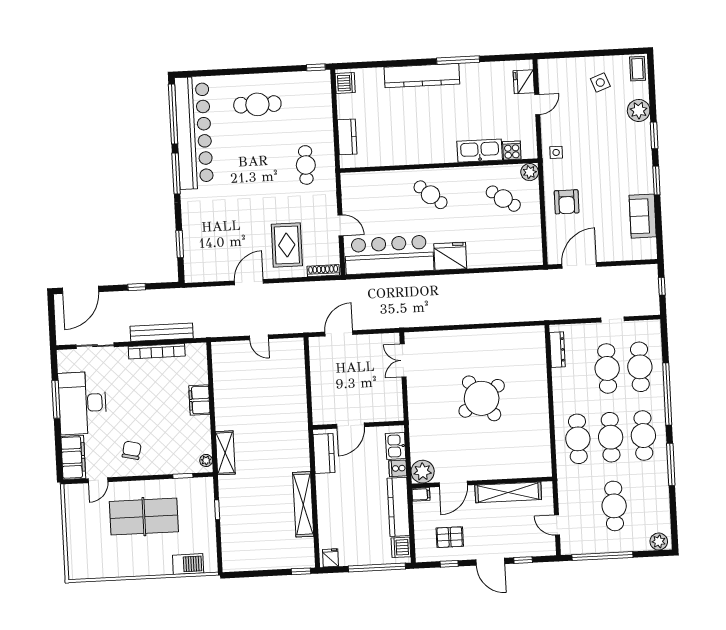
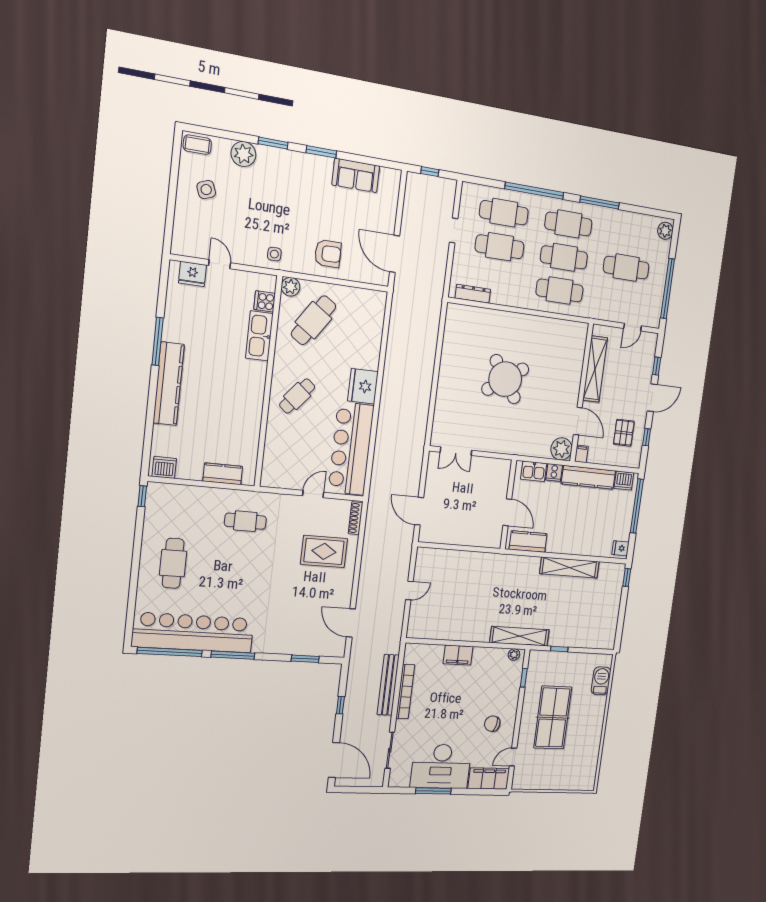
cafe table: (503, 199) -> (314, 320), width x1.37, depth x1.35
door: (249, 282) -> (351, 623), moved
shelving: (225, 453) -> (519, 636), width x1.47
door: (98, 480) -> (513, 757), swing flipped

